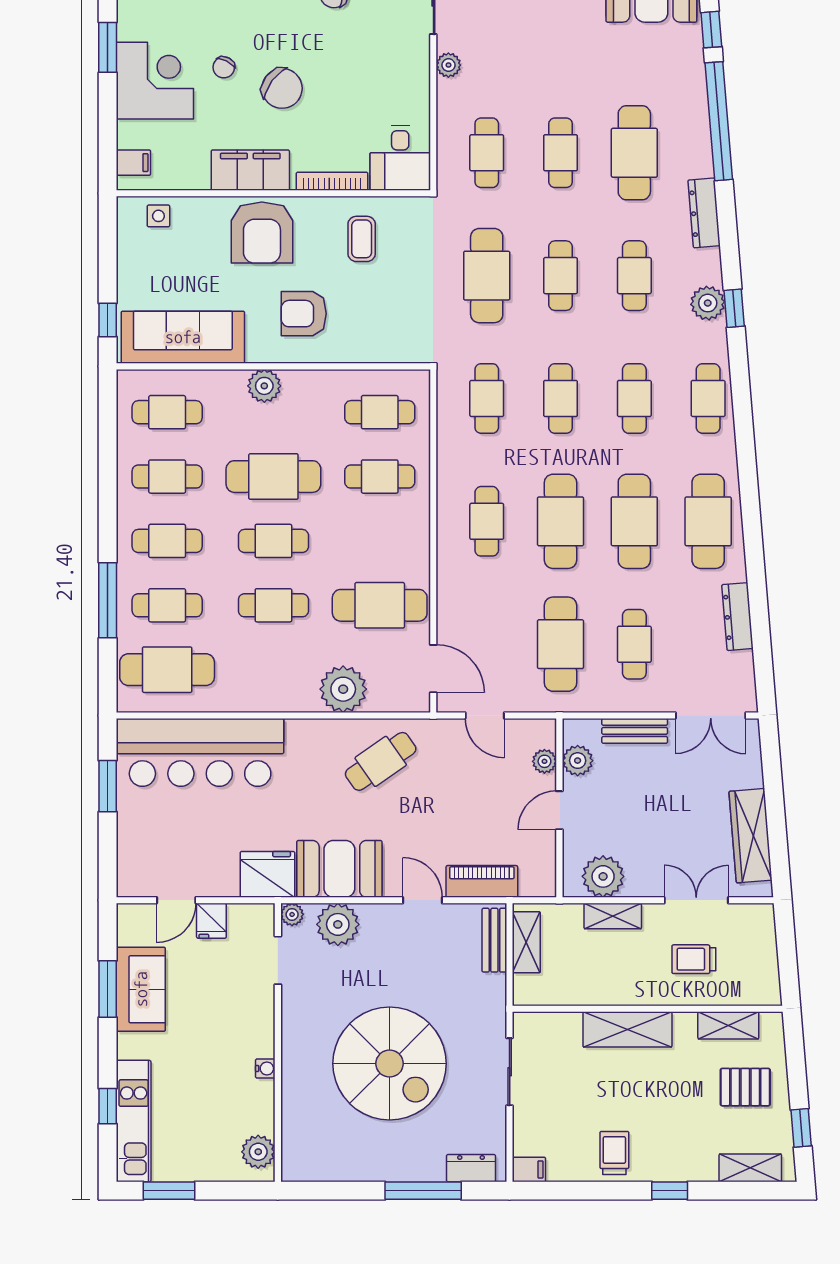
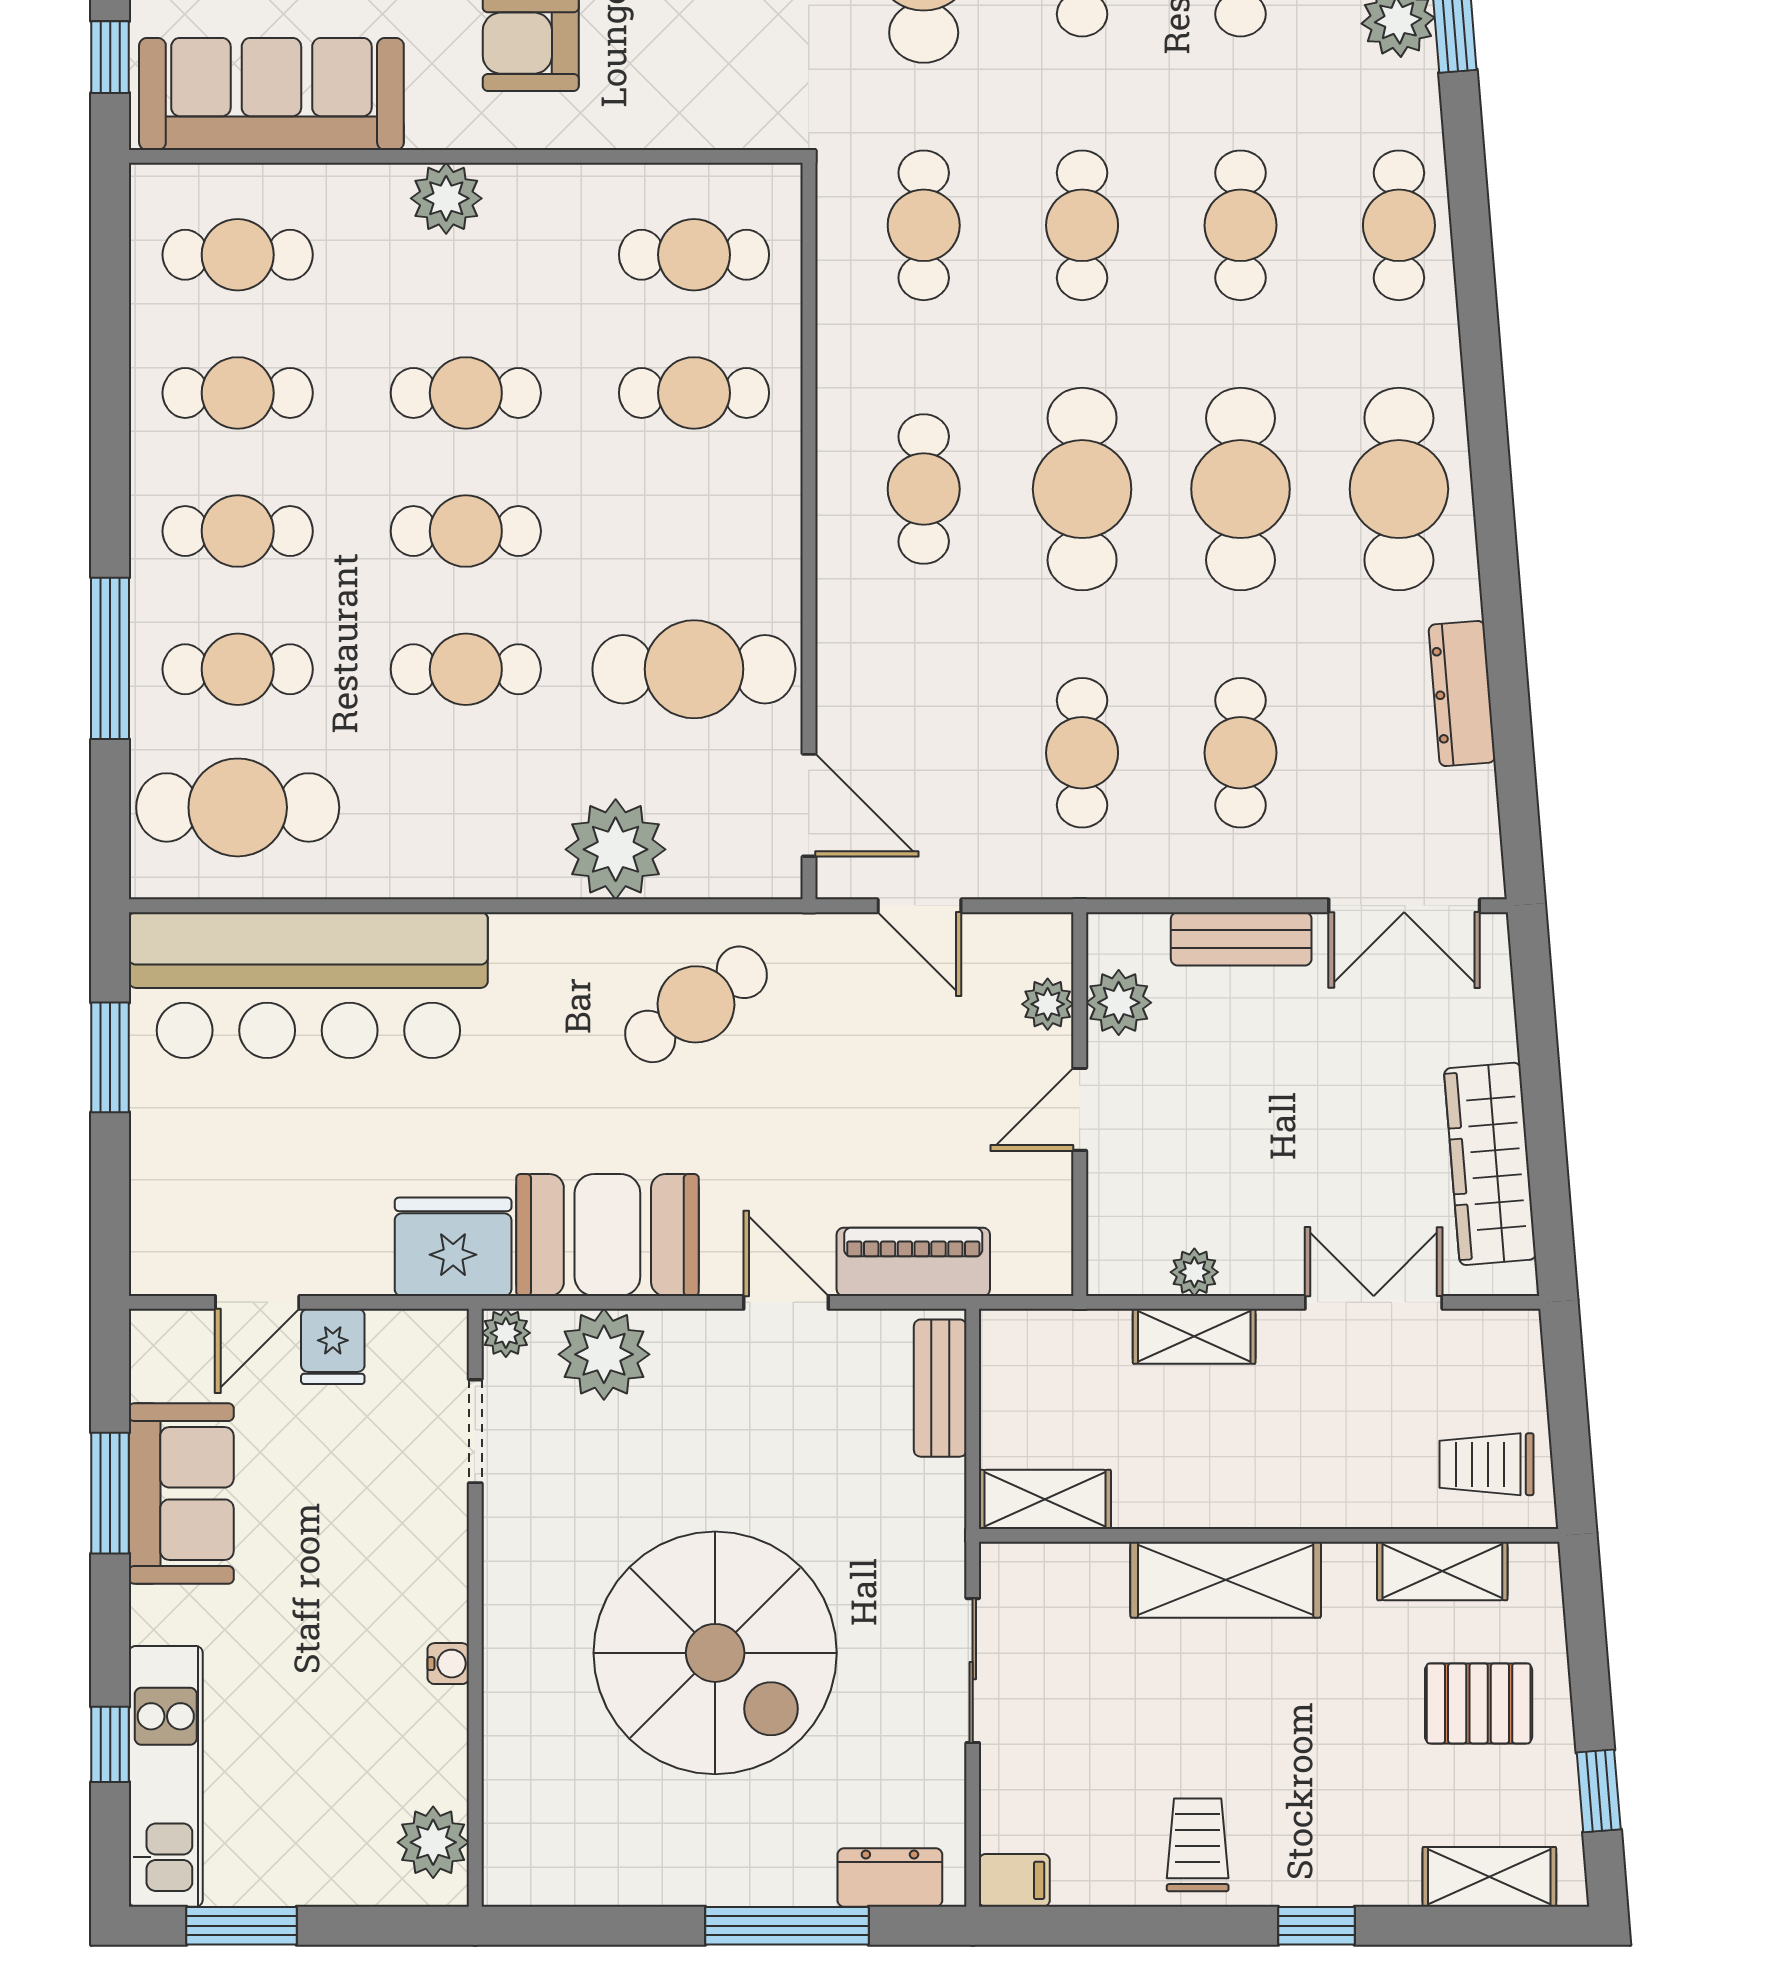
cafe table: (273, 477) -> (466, 393), width x0.73, depth x0.74
cafe table: (561, 644) -> (1082, 753), width x0.73, depth x0.74
plant: (603, 876) -> (1194, 1272), width x0.53, depth x0.53
shelving: (526, 942) -> (1045, 1499), moved, turned 90
trolley: (694, 959) -> (1487, 1464), moved

